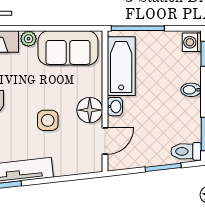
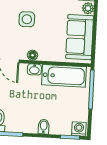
floor lamp: (90, 110) -> (33, 55), width x0.53, depth x0.53

